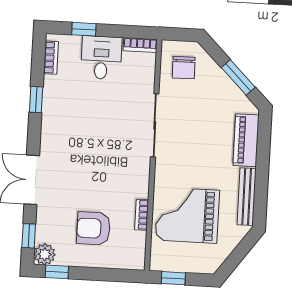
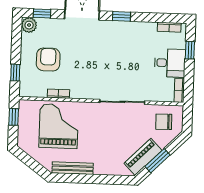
window: (36, 100) -> (122, 16), moved
piano: (246, 140) -> (143, 157), moved, turned -45
window: (57, 272) -> (15, 73), moved

